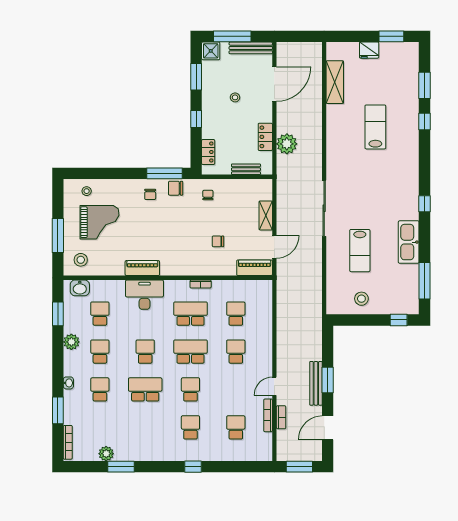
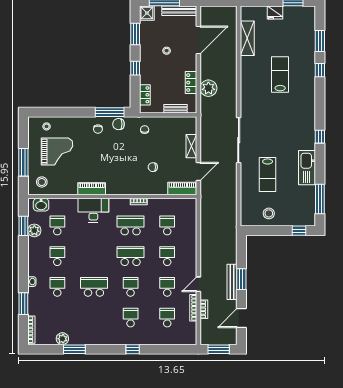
plant: (71, 342) -> (34, 230), moved
school desk: (145, 352) -> (167, 287), moved

